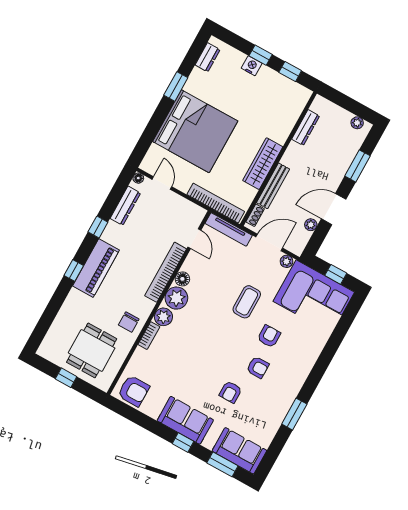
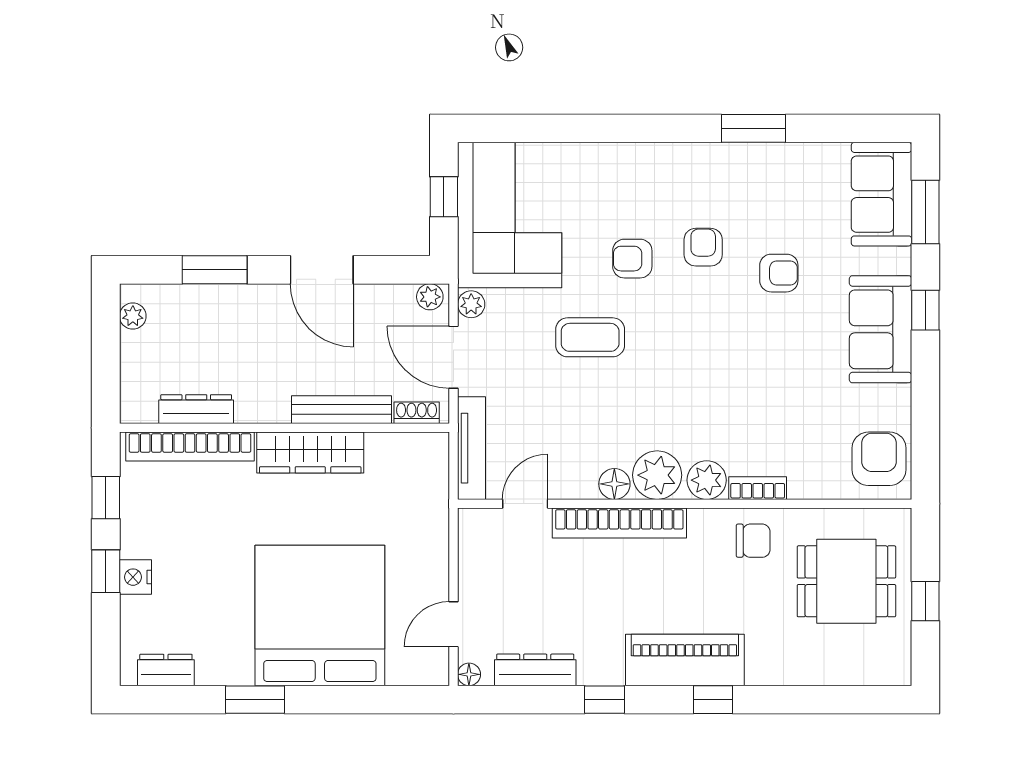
bookcase: (216, 203) -> (190, 446), moved, turned -90
plant: (311, 225) -> (430, 297), moved

